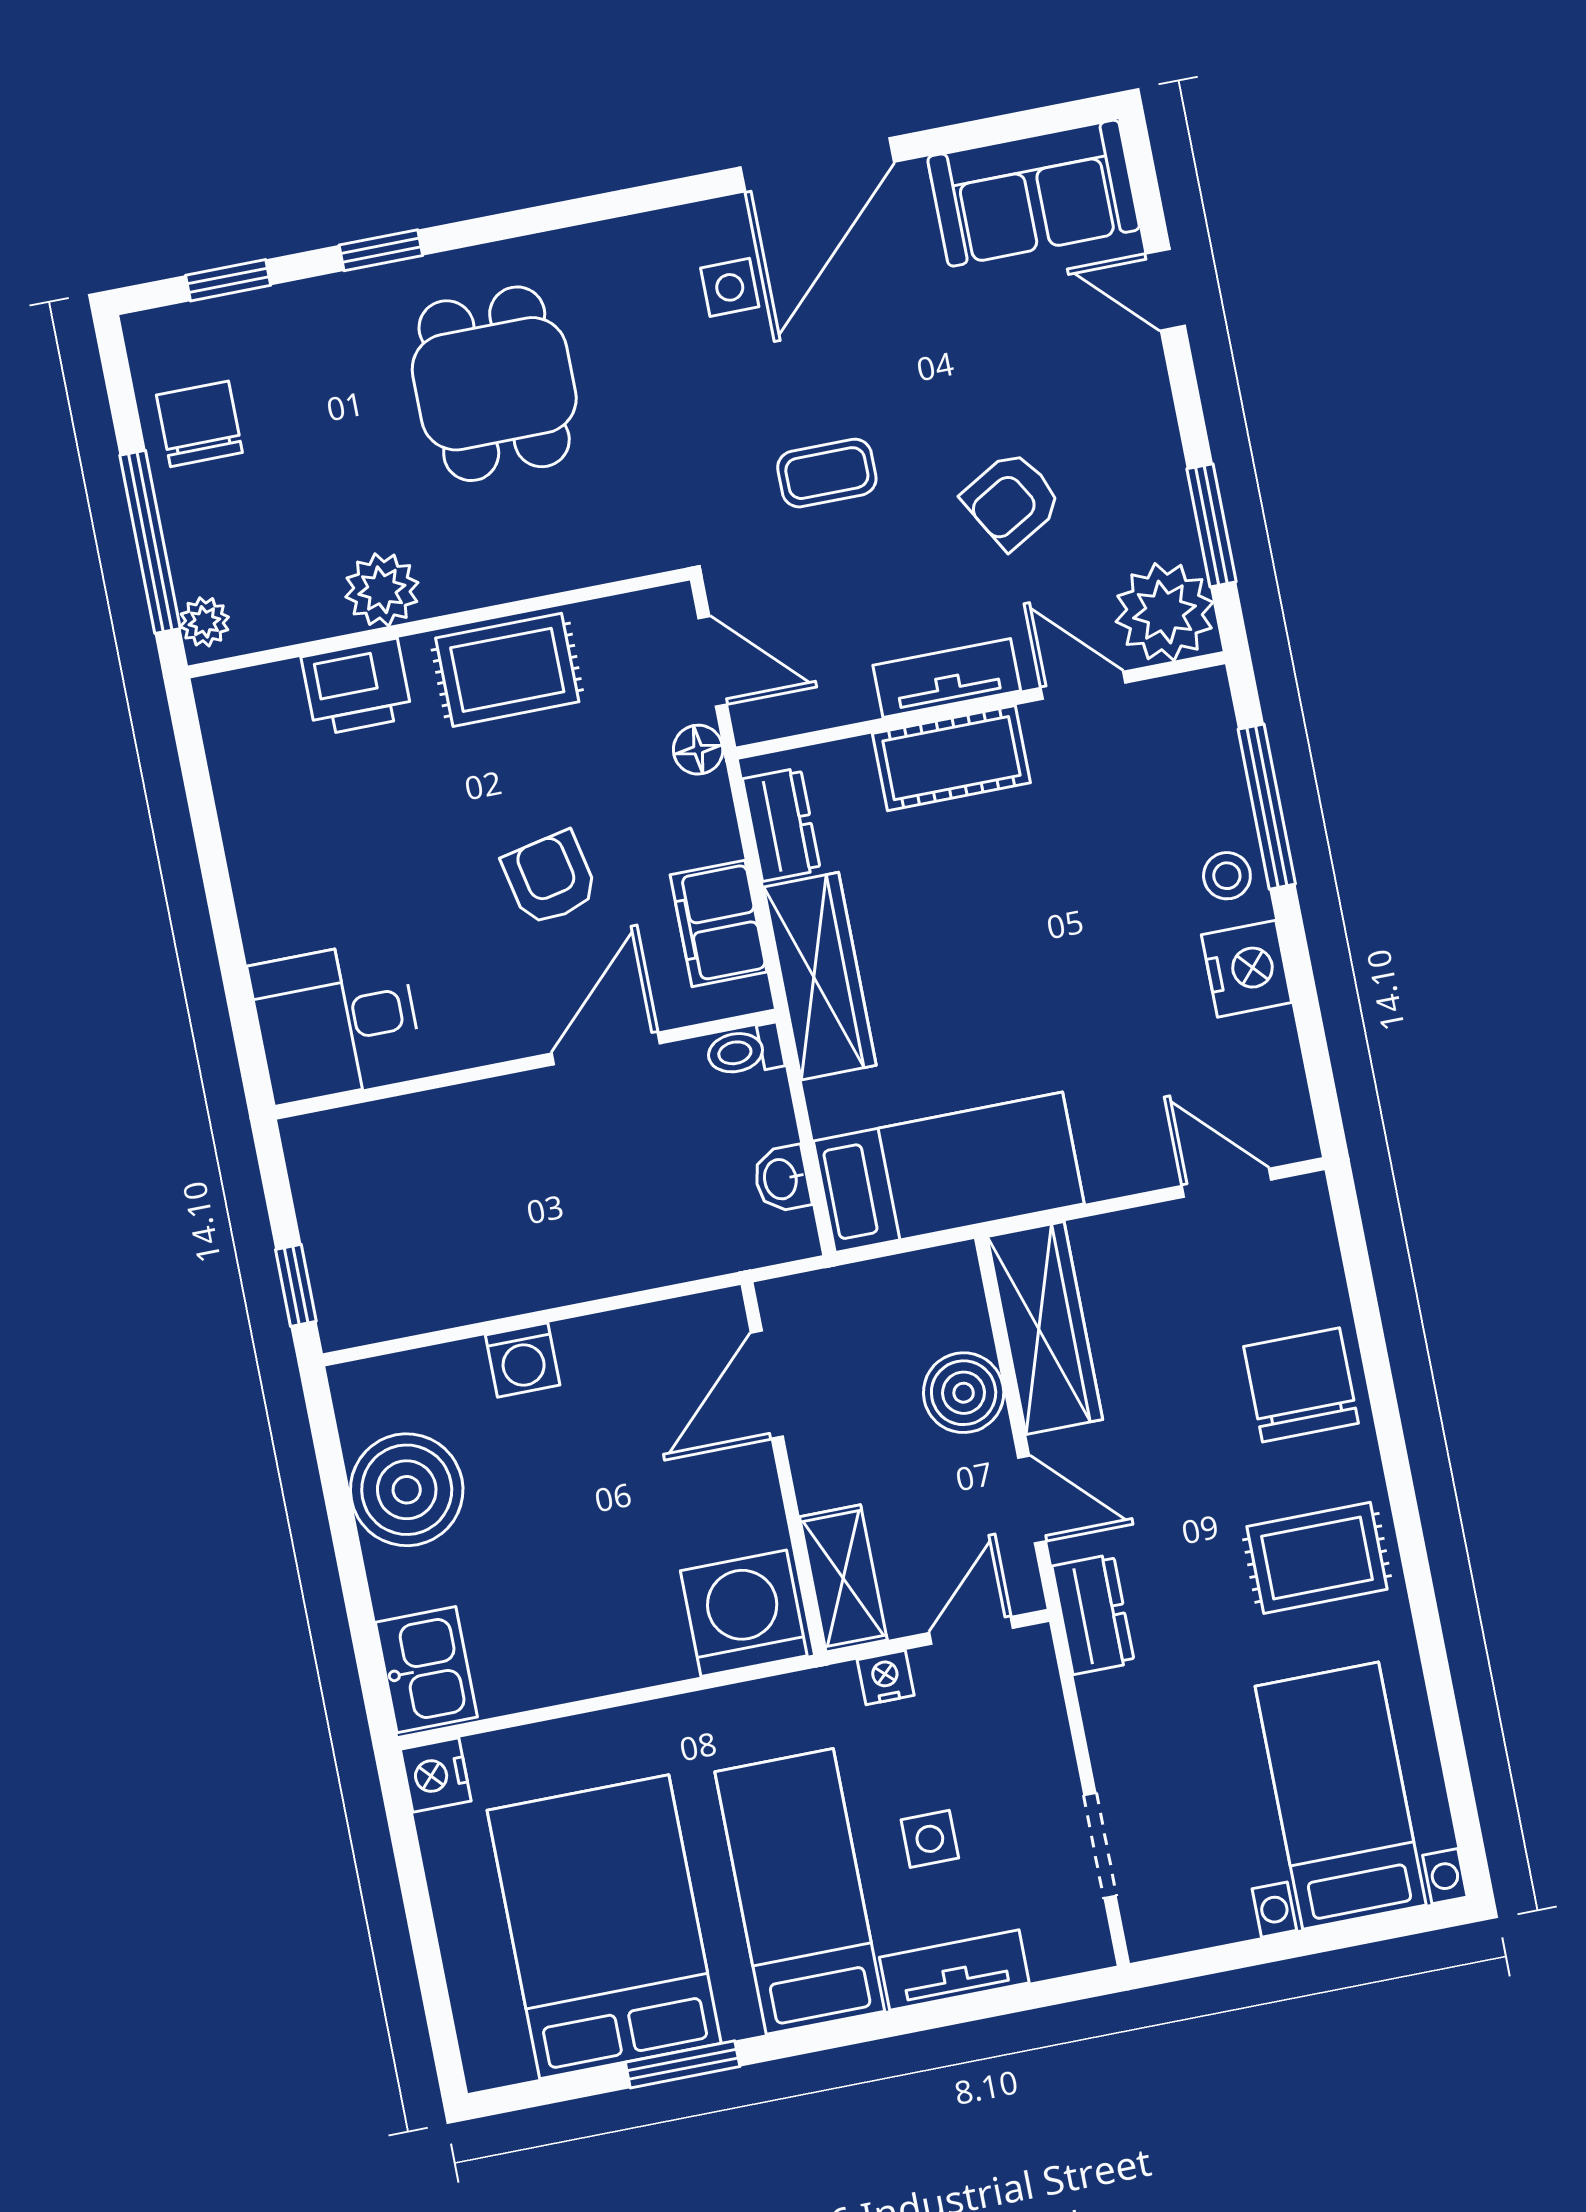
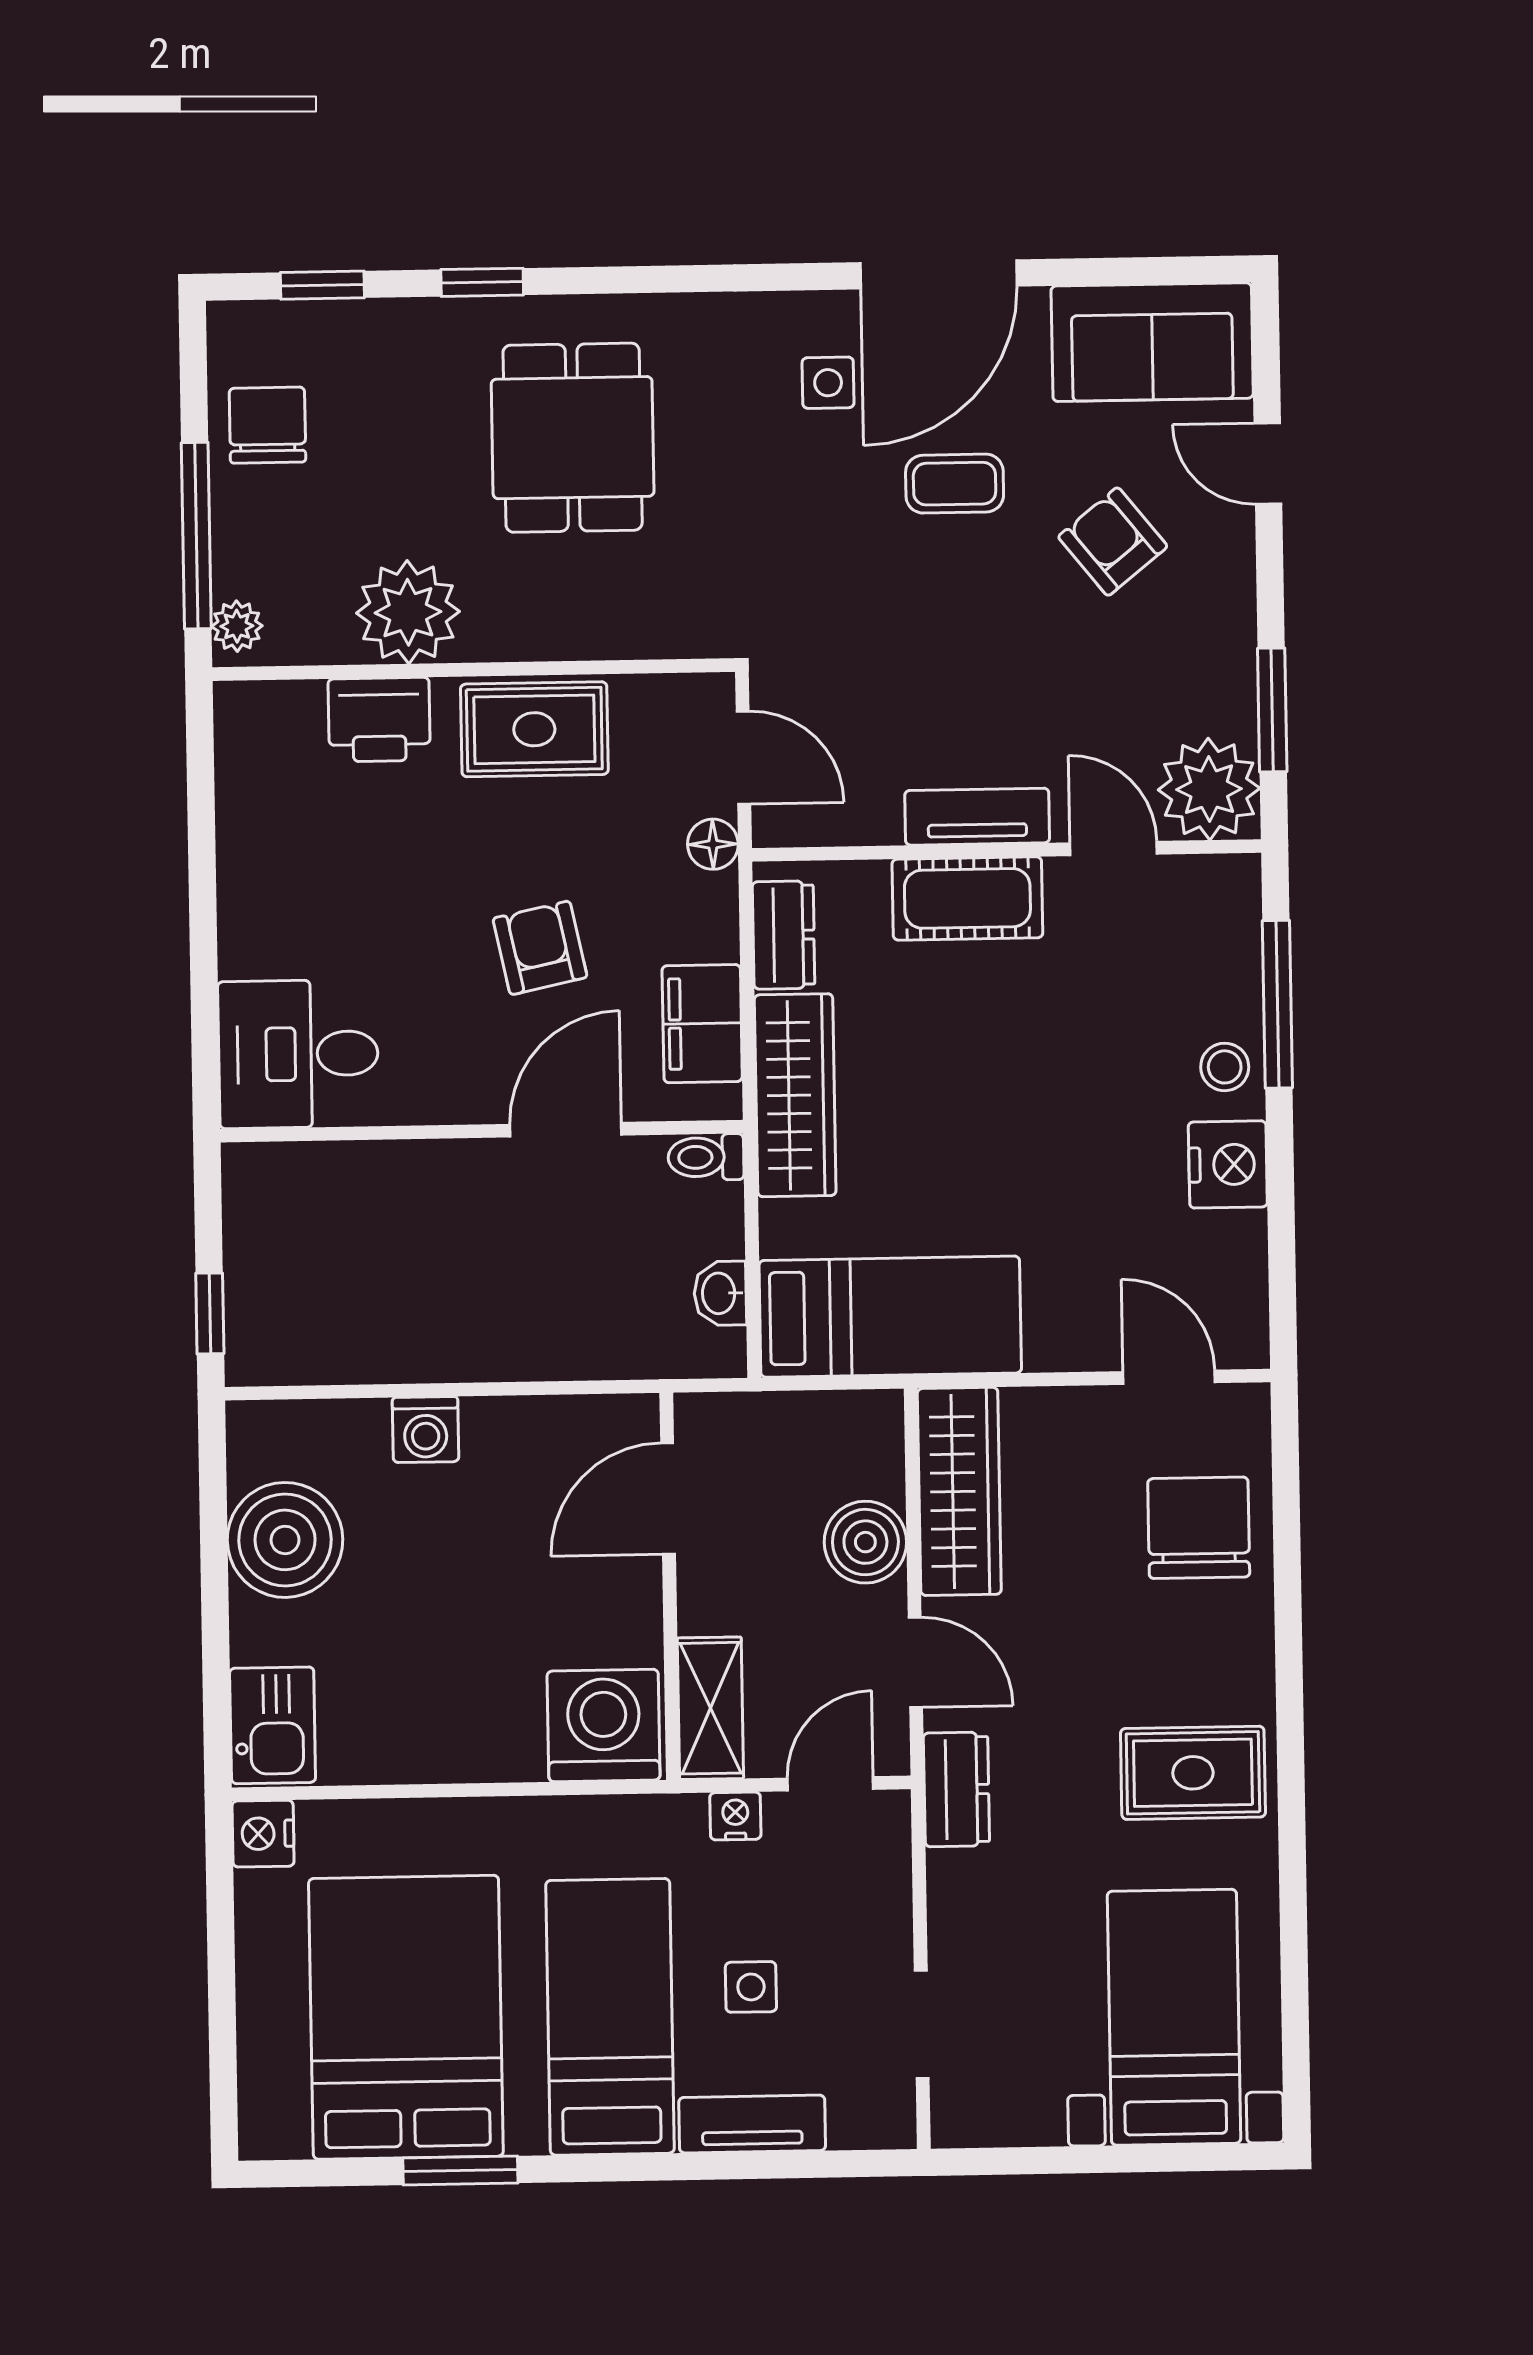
coffee table: (827, 473) -> (955, 484), moved
armchair: (1012, 500) -> (1113, 542), moved, turned 81
plant: (382, 590) -> (408, 612), width x1.36, depth x1.36
chair: (1301, 1385) -> (1199, 1528), moved

